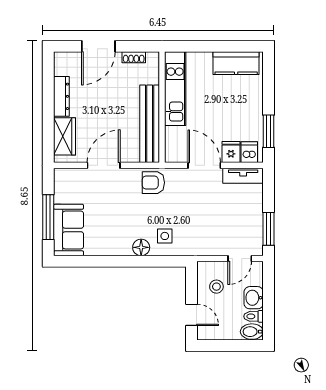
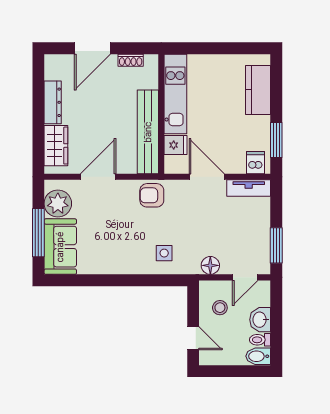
kitchen counter: (236, 63) -> (258, 90), moved, turned 90
fridge: (231, 152) -> (176, 145), moved, turned 90
plant: (66, 190) -> (58, 204), added
floor lamp: (141, 247) -> (210, 265), moved

